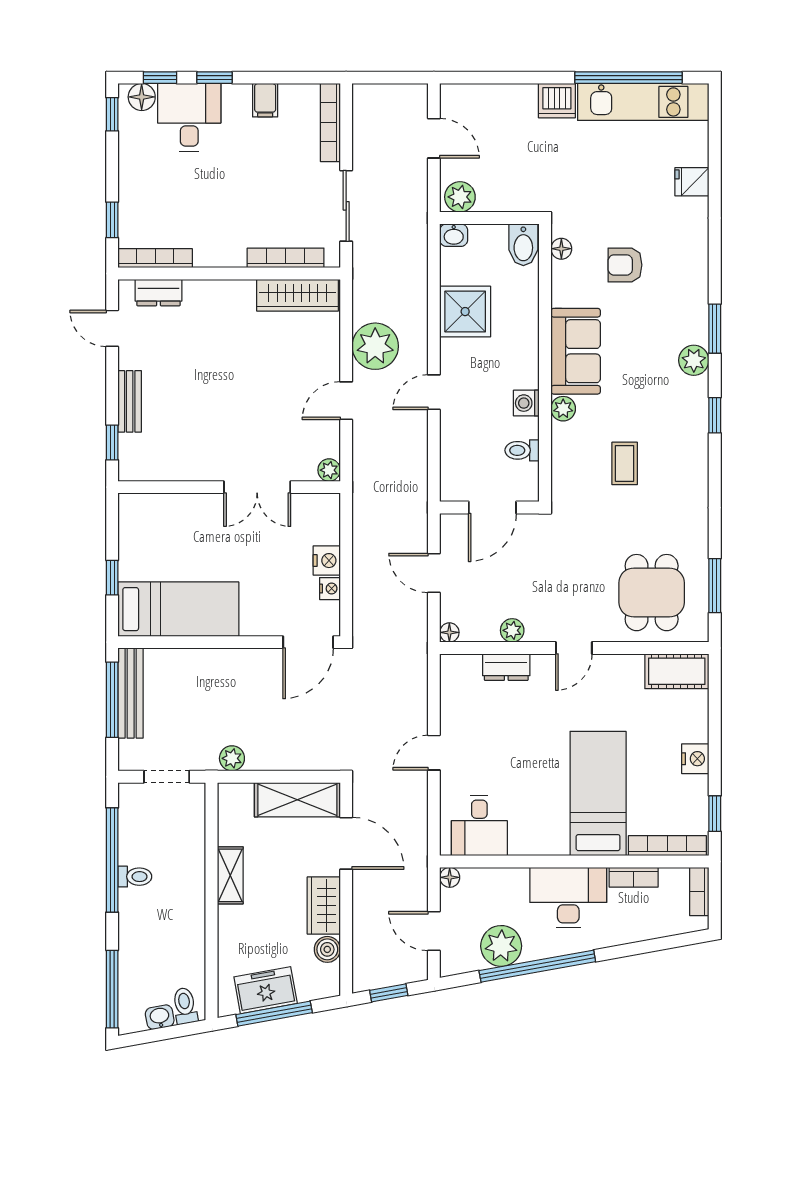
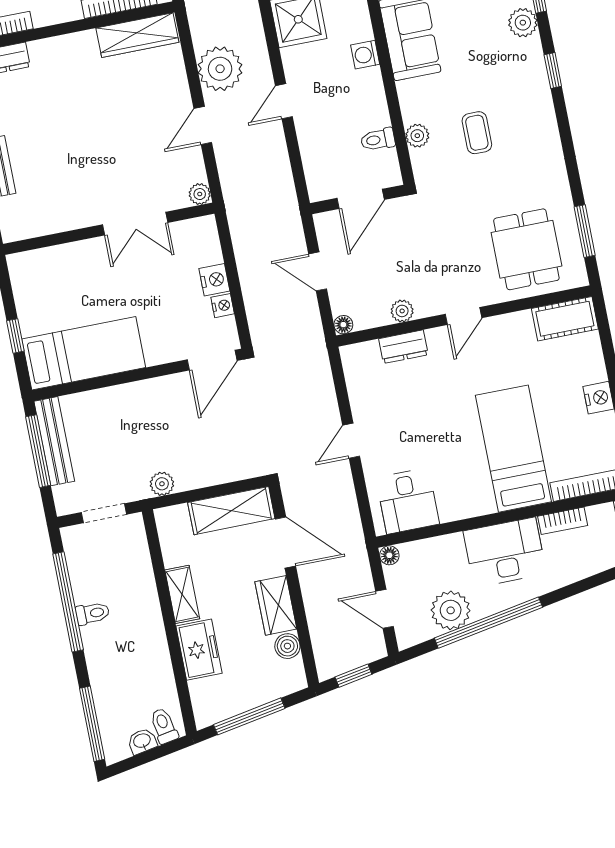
washing machine: (526, 403) -> (365, 55), moved
plant: (563, 409) -> (417, 136), moved
freezer: (266, 990) -> (199, 650), moved, turned 100

